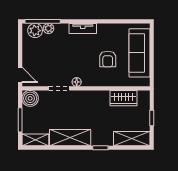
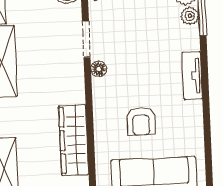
armchair: (108, 59) -> (141, 121), turned -90
wardrobe: (124, 98) -> (74, 140), width x1.50

